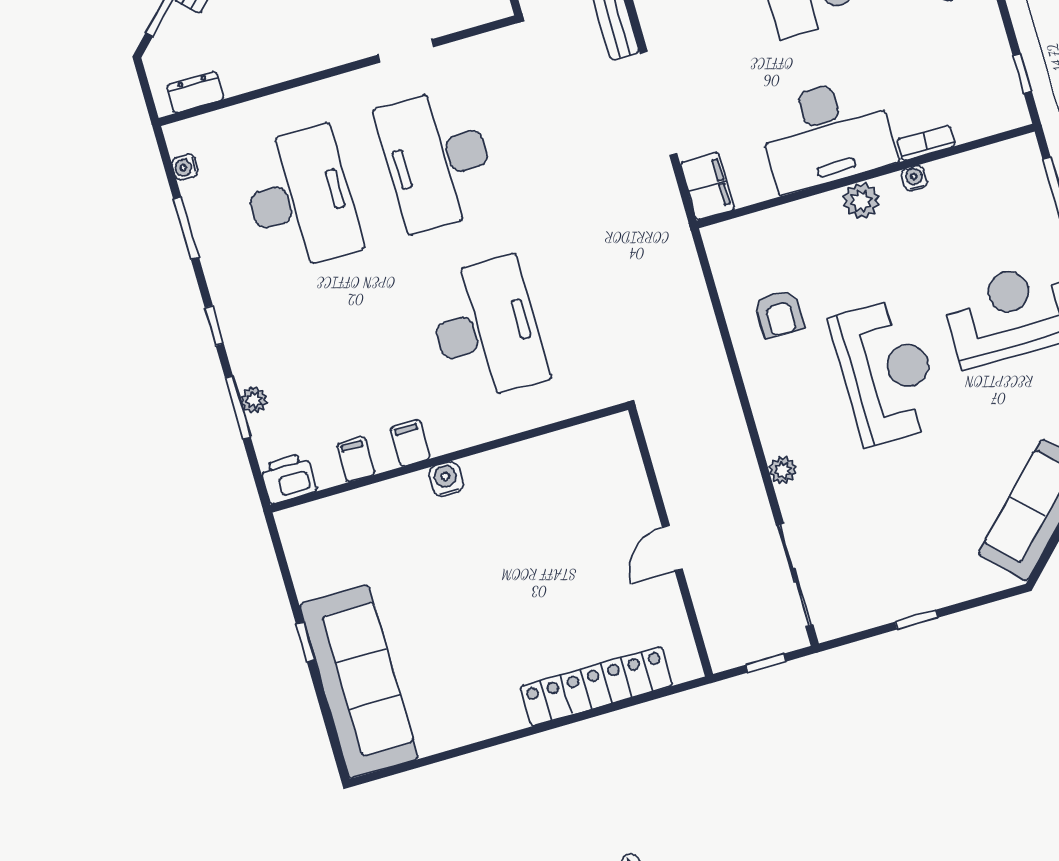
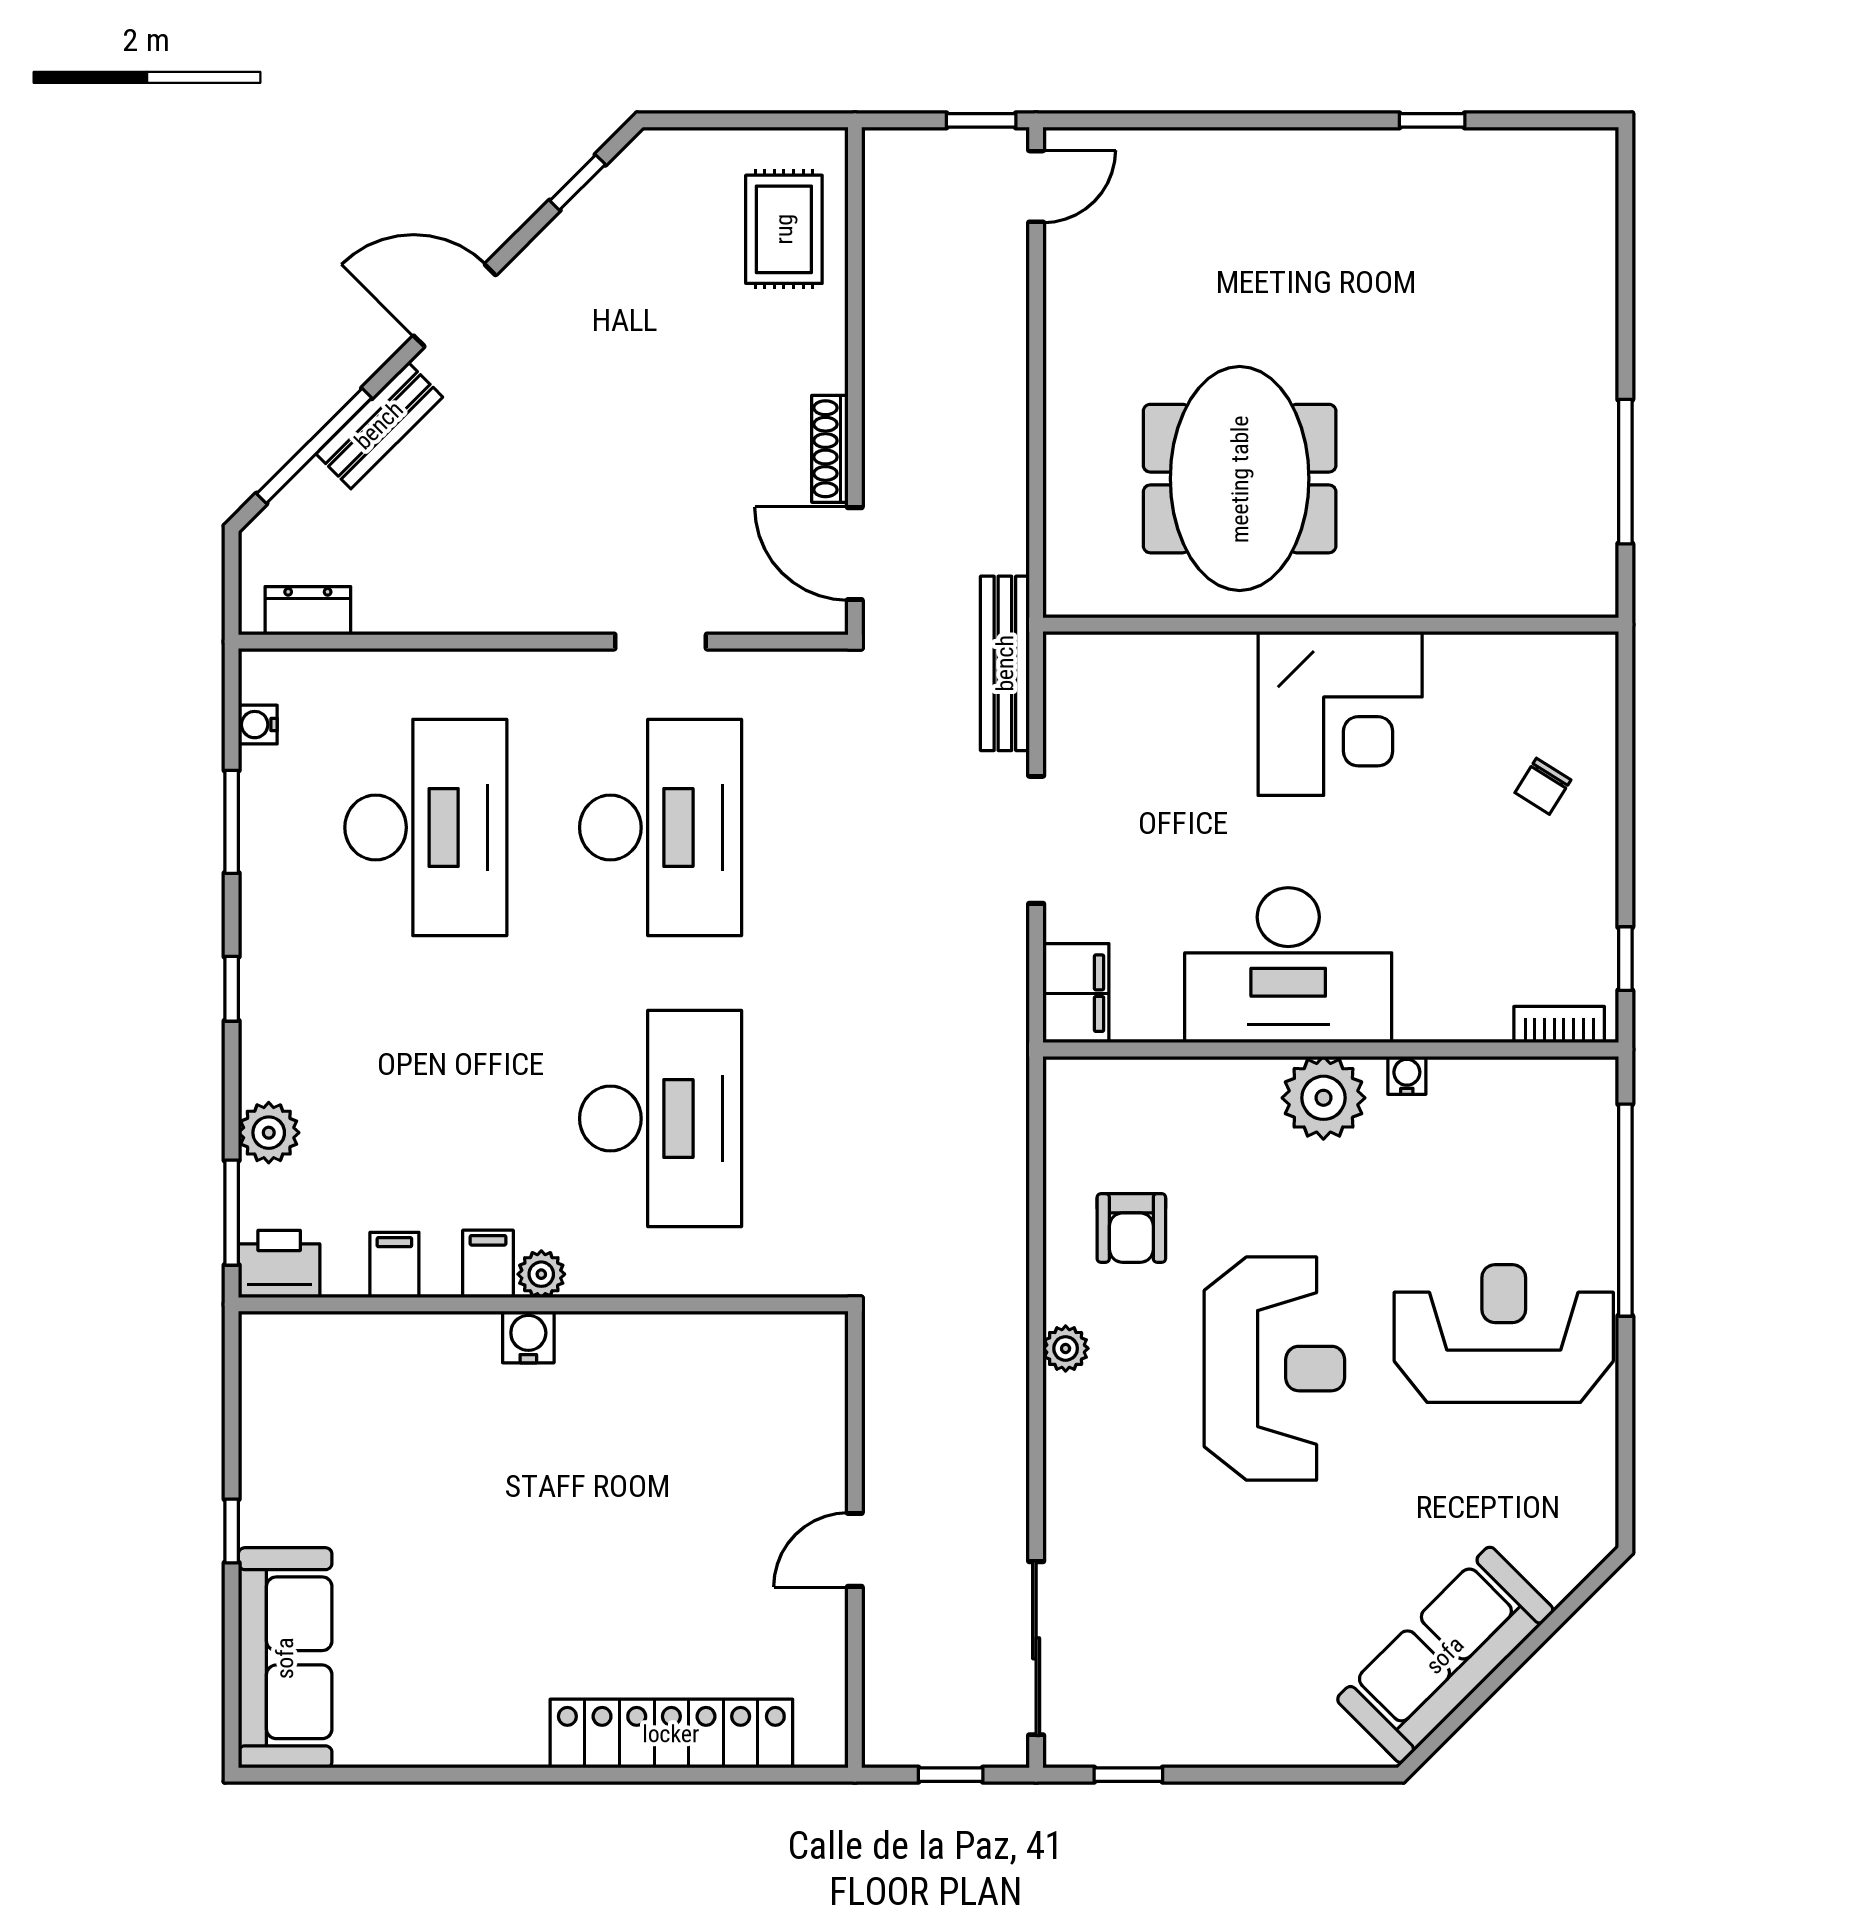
doorway: (658, 103) -> (1036, 840), width x0.73
bookcase: (926, 143) -> (1559, 1025), moved
desk: (437, 159) -> (661, 827), turned 180
plant: (861, 201) -> (1323, 1098), width x1.36, depth x1.36
plant: (254, 400) -> (269, 1133), width x1.38, depth x1.38
window: (238, 408) -> (232, 1213), moved
plant: (443, 440) -> (541, 1274), added
plant: (783, 470) -> (1066, 1348), moved
window: (916, 620) -> (1128, 1775), moved
sofa: (359, 682) -> (285, 1658), width x0.74, depth x0.79

